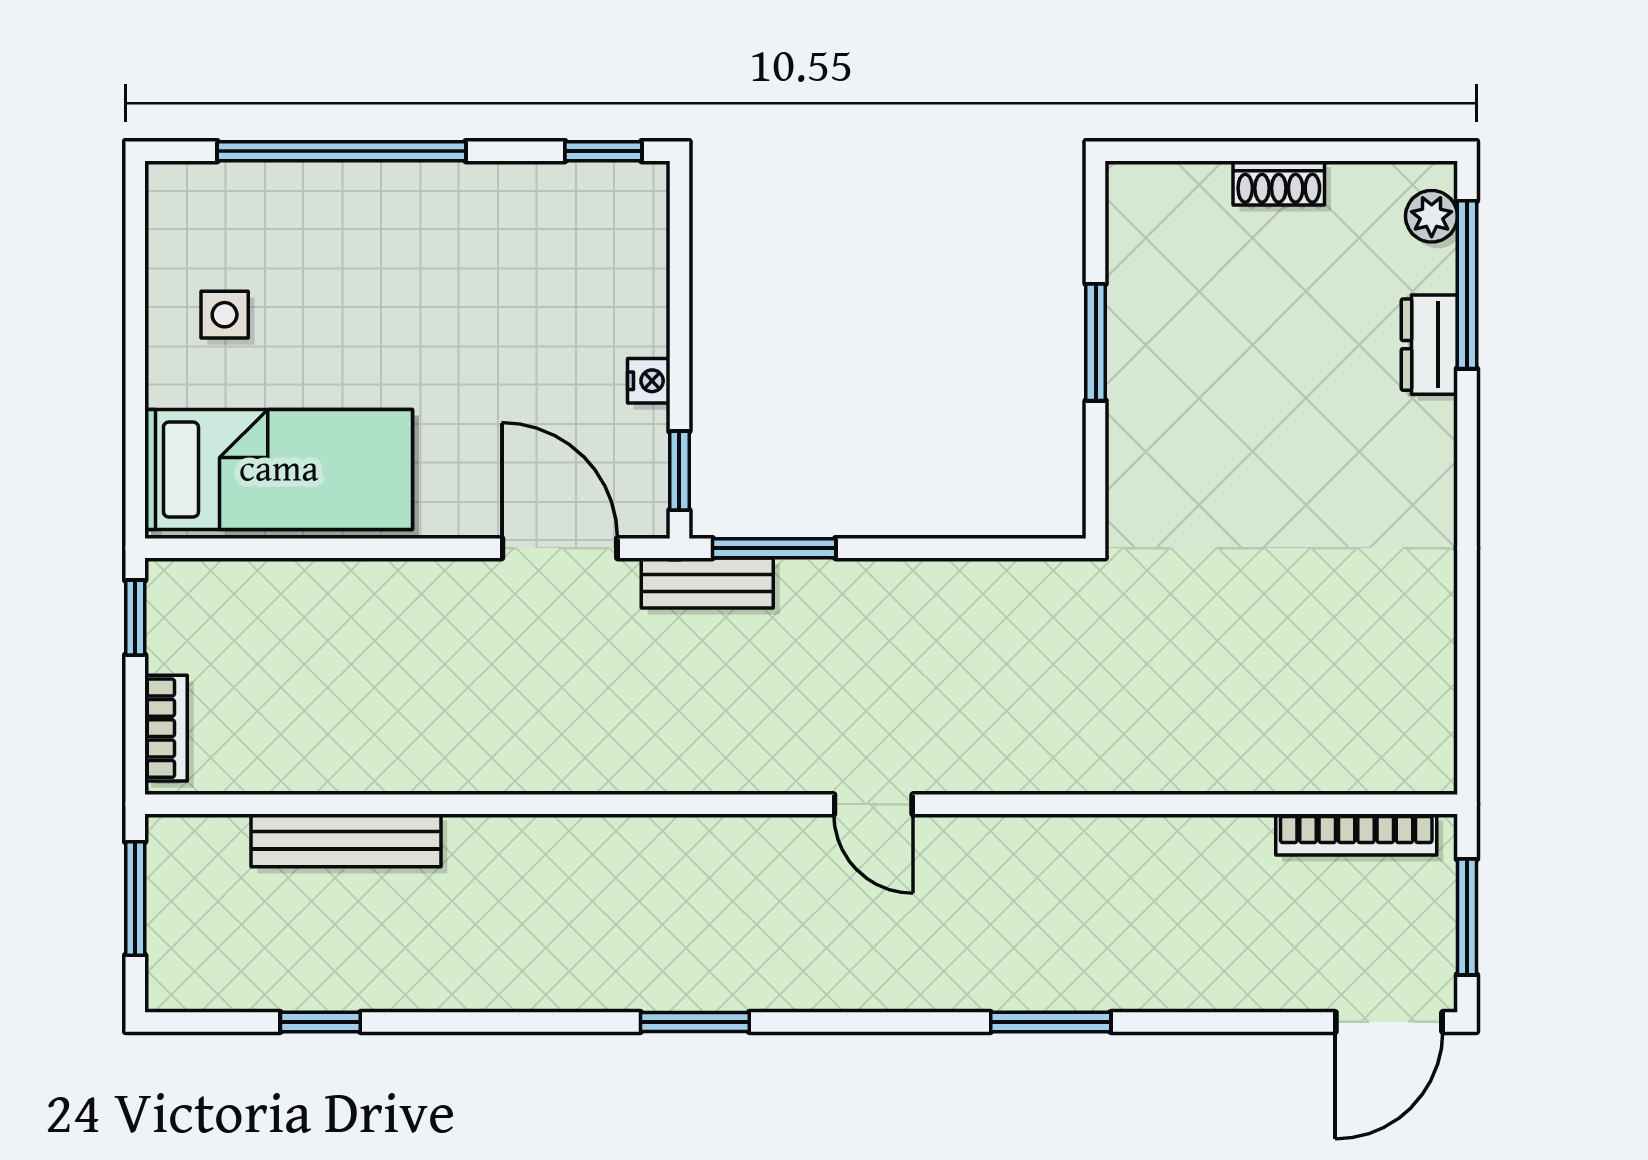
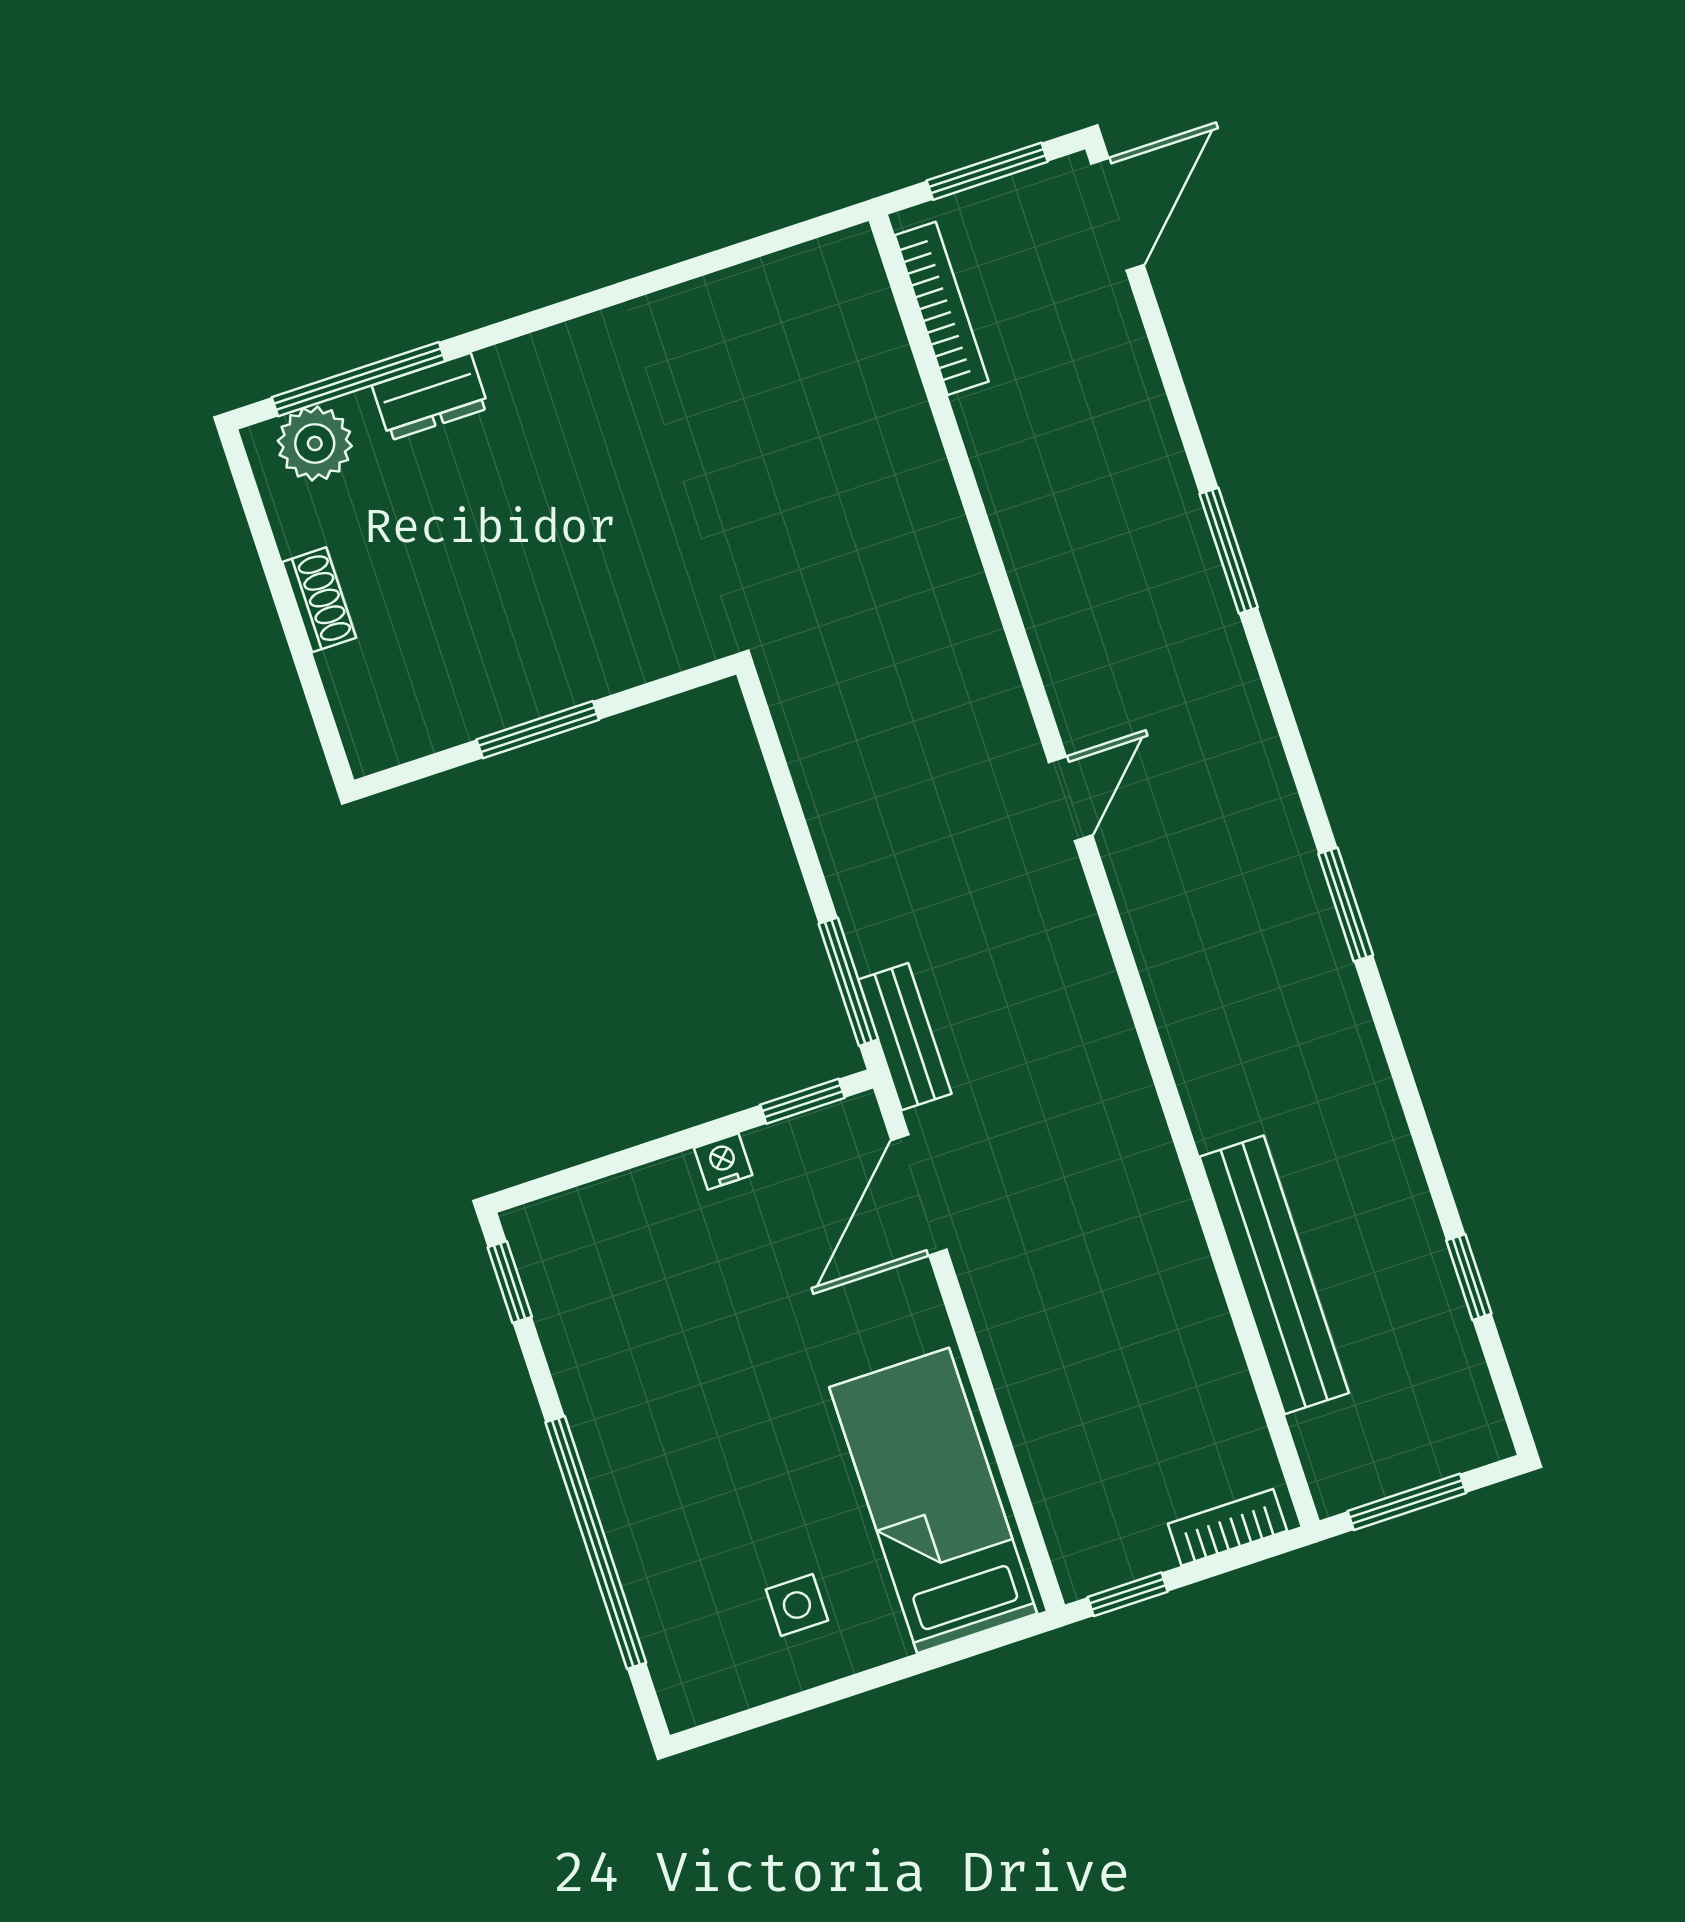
plant: (1432, 216) -> (315, 443), width x1.38, depth x1.38
bench: (346, 840) -> (1274, 1275), width x1.37, depth x1.21
door: (1389, 1022) -> (1117, 214), hinge flipped

